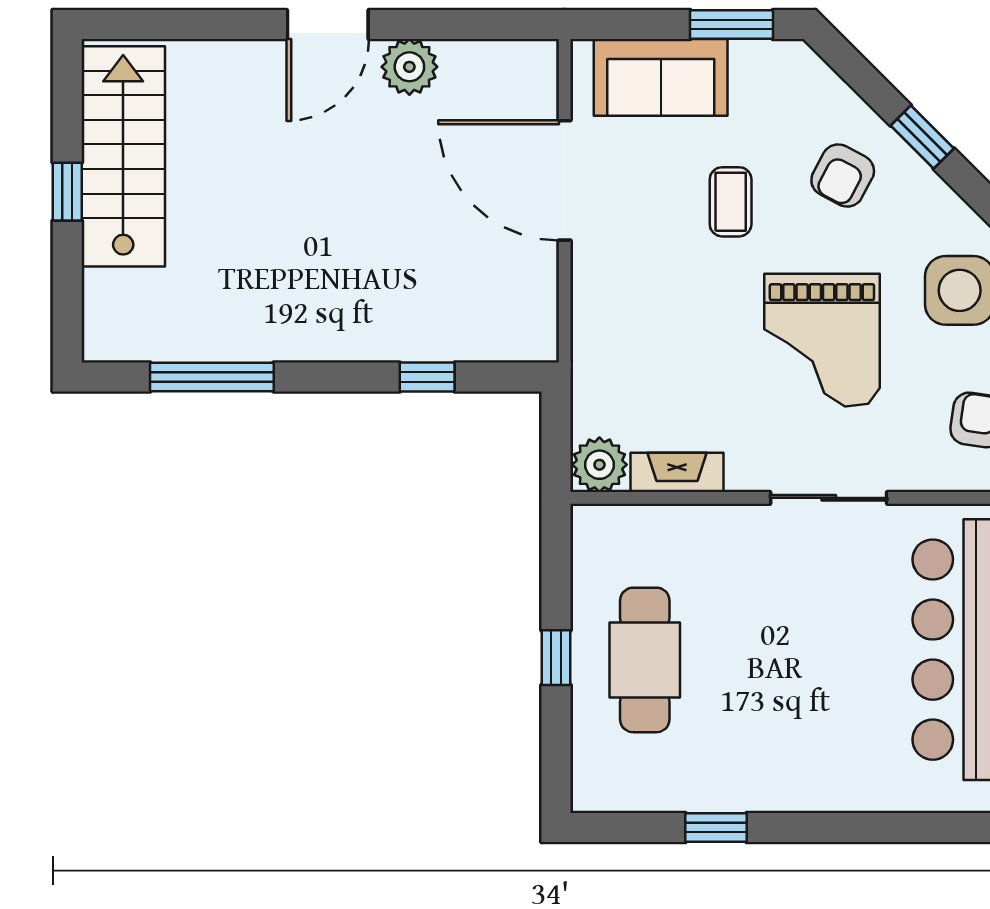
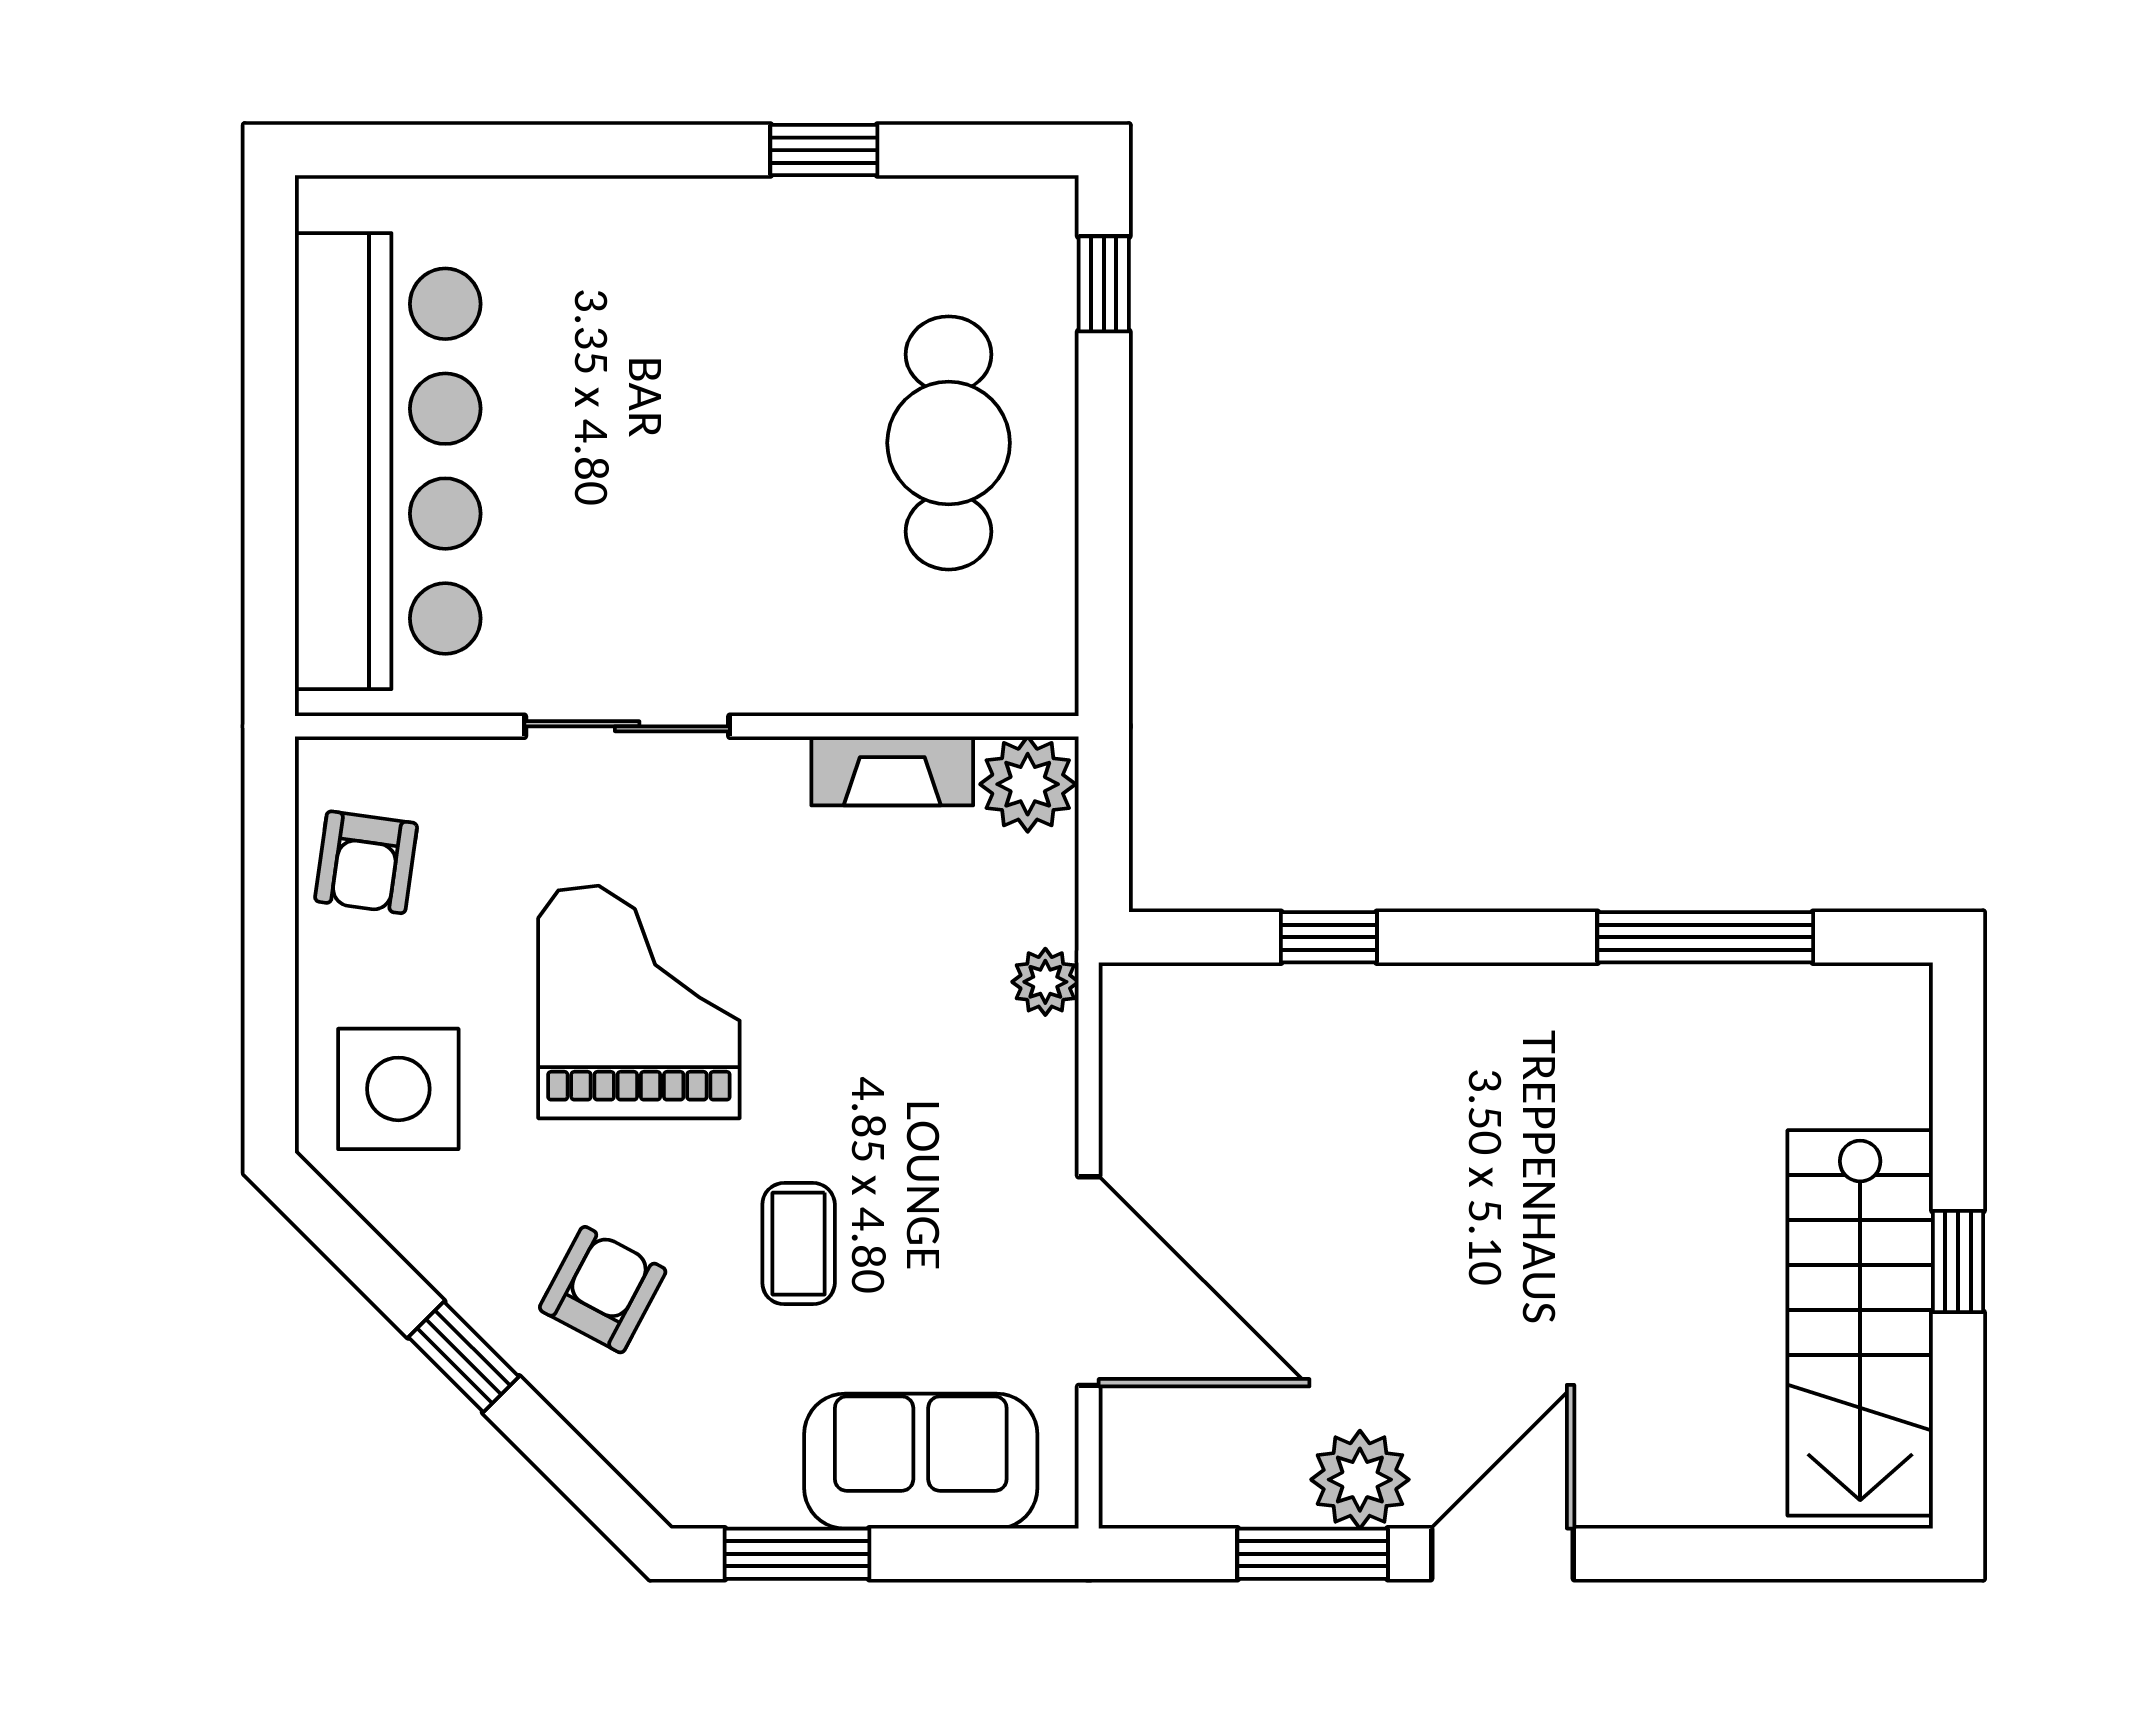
window: (436, 24) -> (1313, 1554), added
plant: (589, 352) -> (1045, 982), added
window: (556, 658) -> (1104, 284), moved

